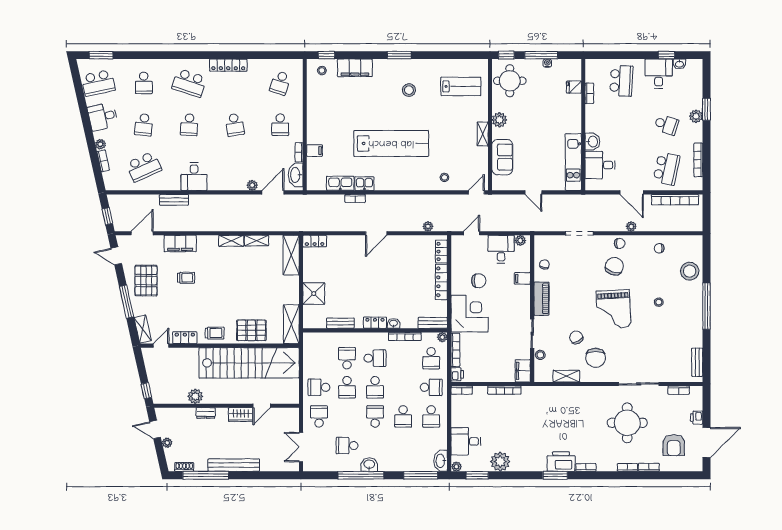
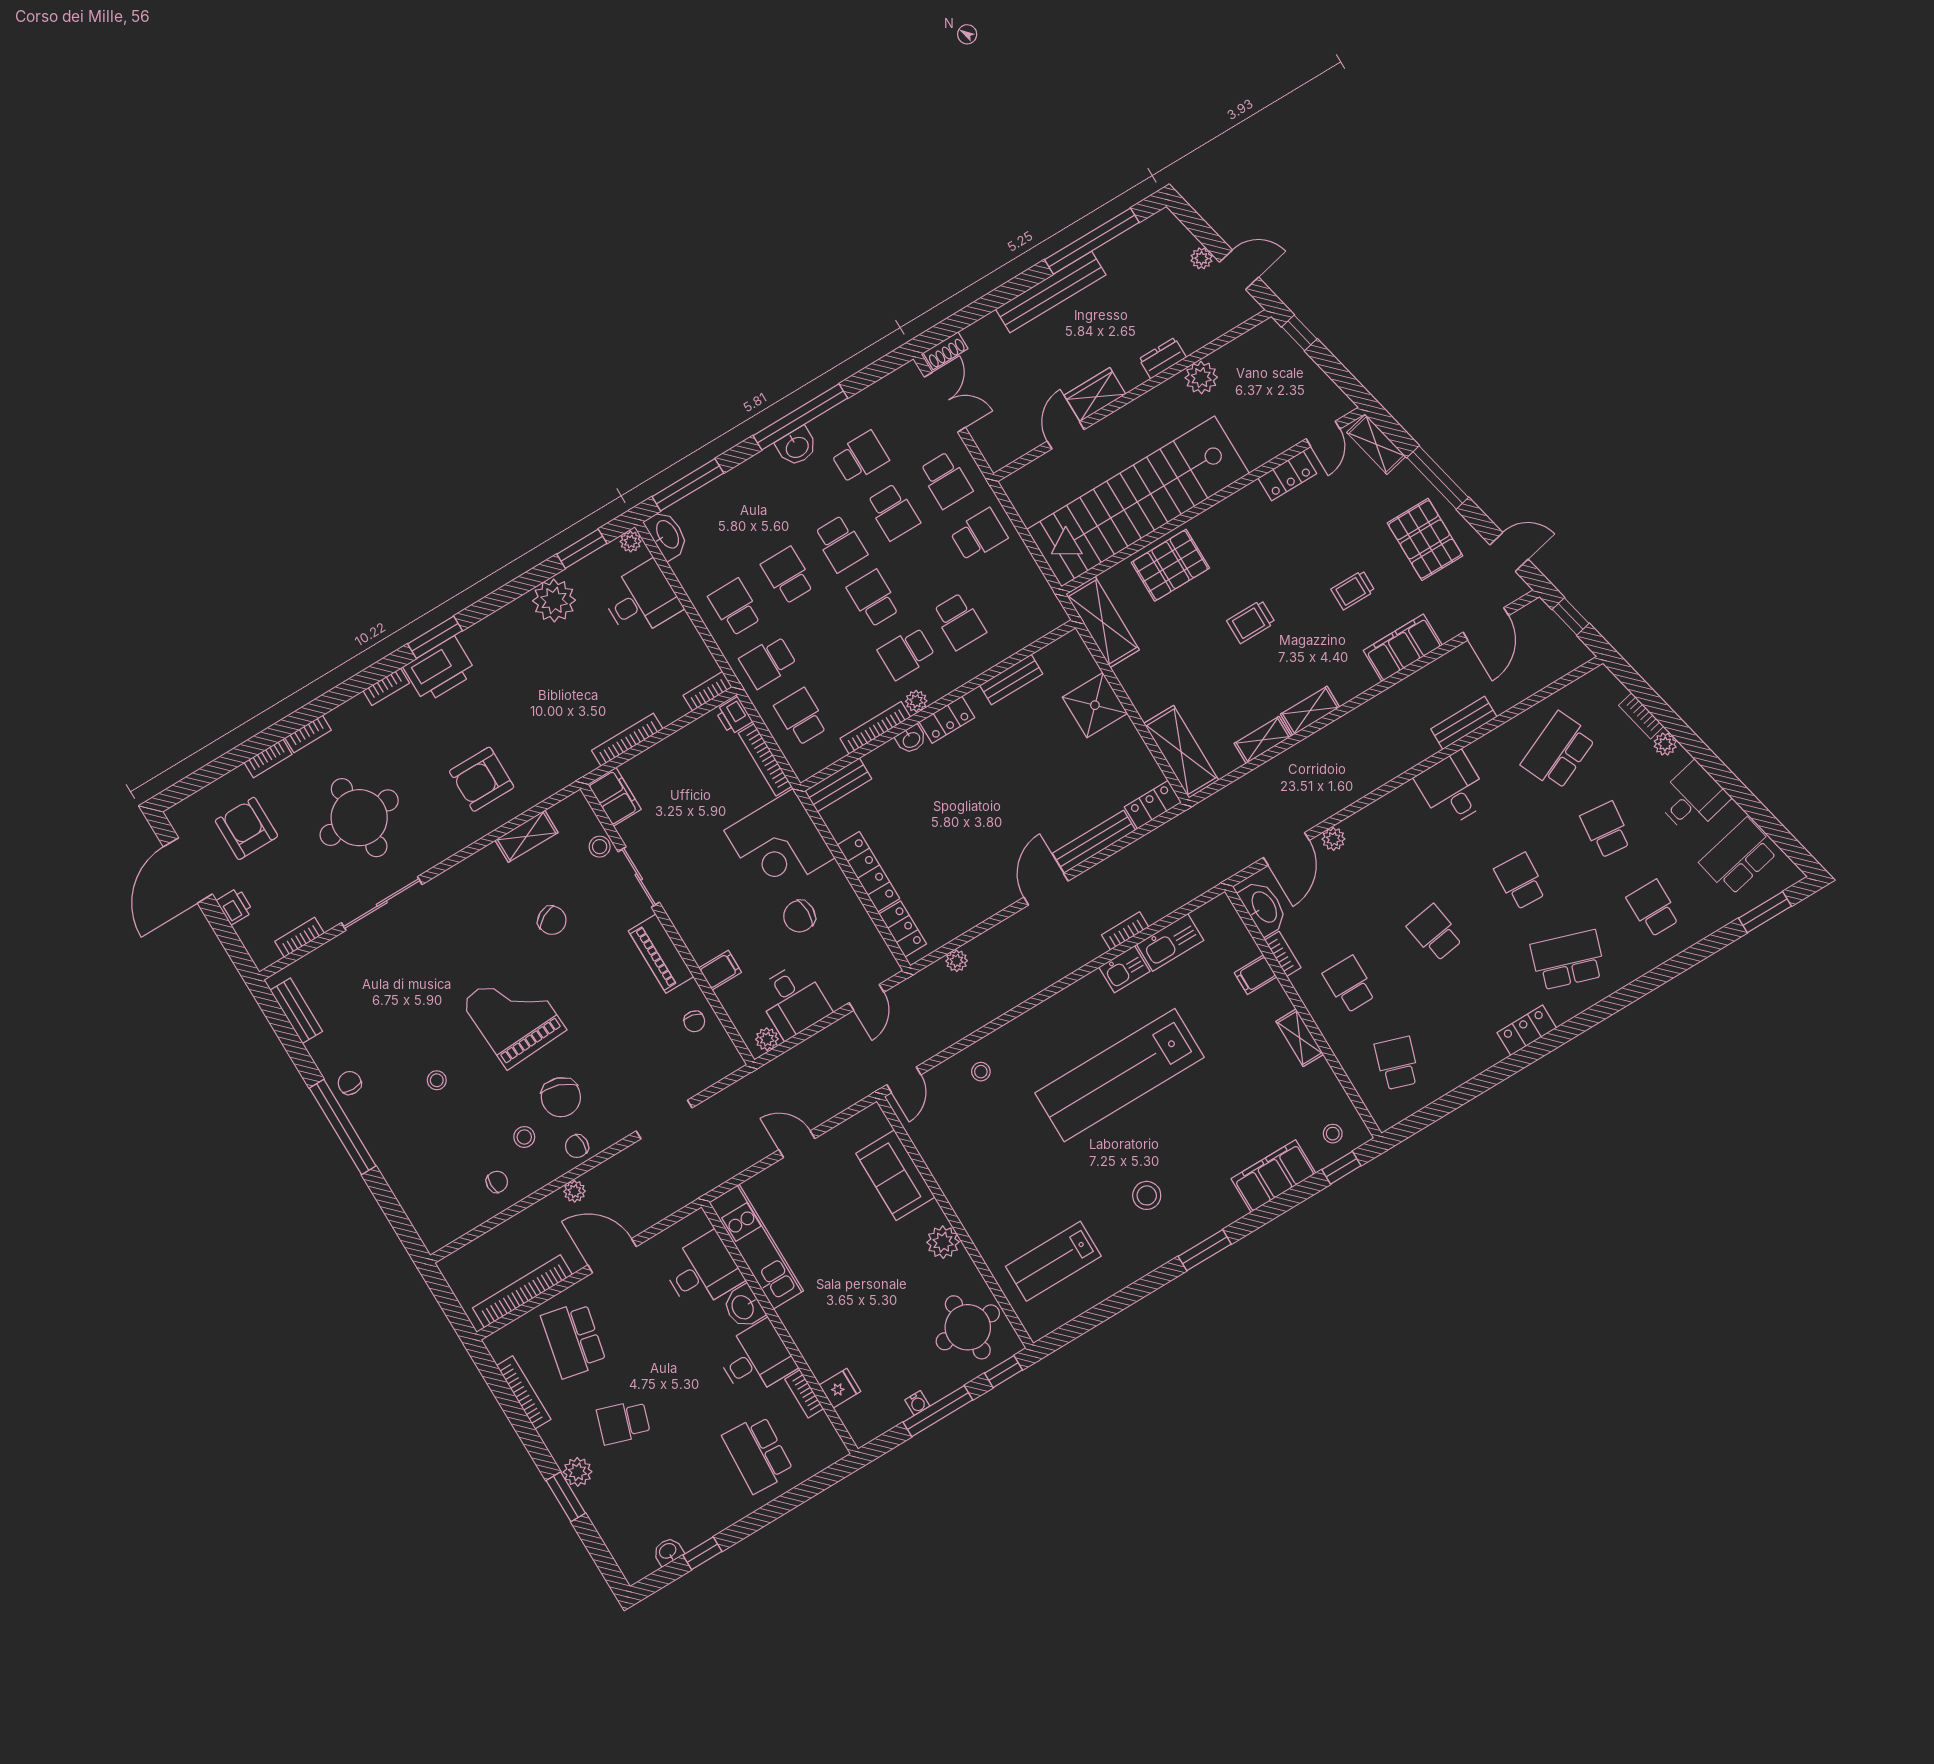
locker: (228, 65) -> (1527, 1030), width x0.66
desk: (659, 74) -> (756, 1359), moved, turned -90
shelving: (483, 134) -> (1300, 1038), moved
bench: (346, 240) -> (1094, 842), added
stool: (690, 271) -> (524, 1137), moved, width x0.53, depth x0.53
trolley: (215, 333) -> (1251, 622), moved
plant: (442, 337) -> (916, 701), moved
chair: (596, 358) -> (350, 1083), moved, width x0.54, depth x0.54
school desk: (347, 387) -> (893, 512), moved, turned 180
armchair: (570, 409) -> (482, 779), added
shoe rack: (184, 467) -> (945, 351), moved

